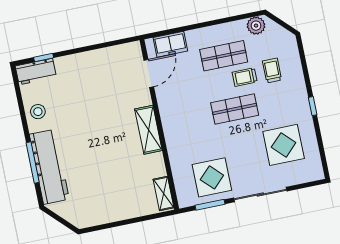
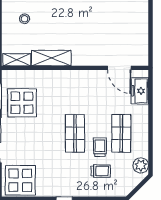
shelving: (148, 130) -> (51, 58), moved
display table: (284, 145) -> (20, 180), moved
stool: (114, 194) -> (25, 19), added

